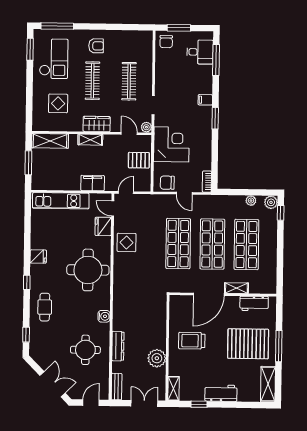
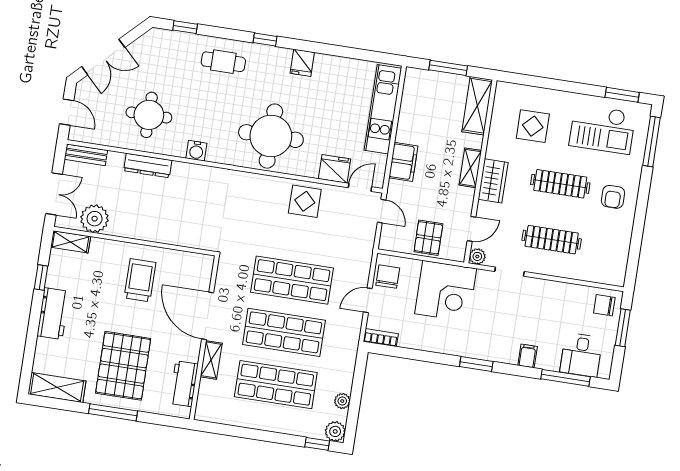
filing cabinet: (205, 100) -> (528, 356), moved
plant: (157, 358) -> (95, 219), moved

